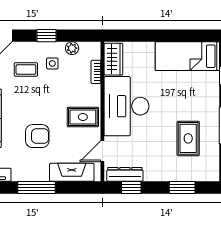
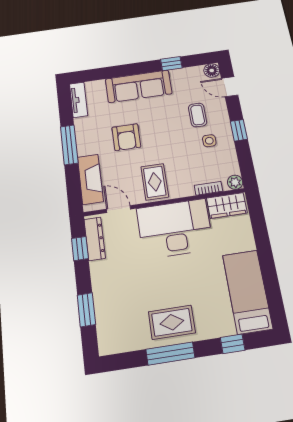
plant: (72, 48) -> (235, 182), moved
rug: (188, 138) -> (172, 322), moved

